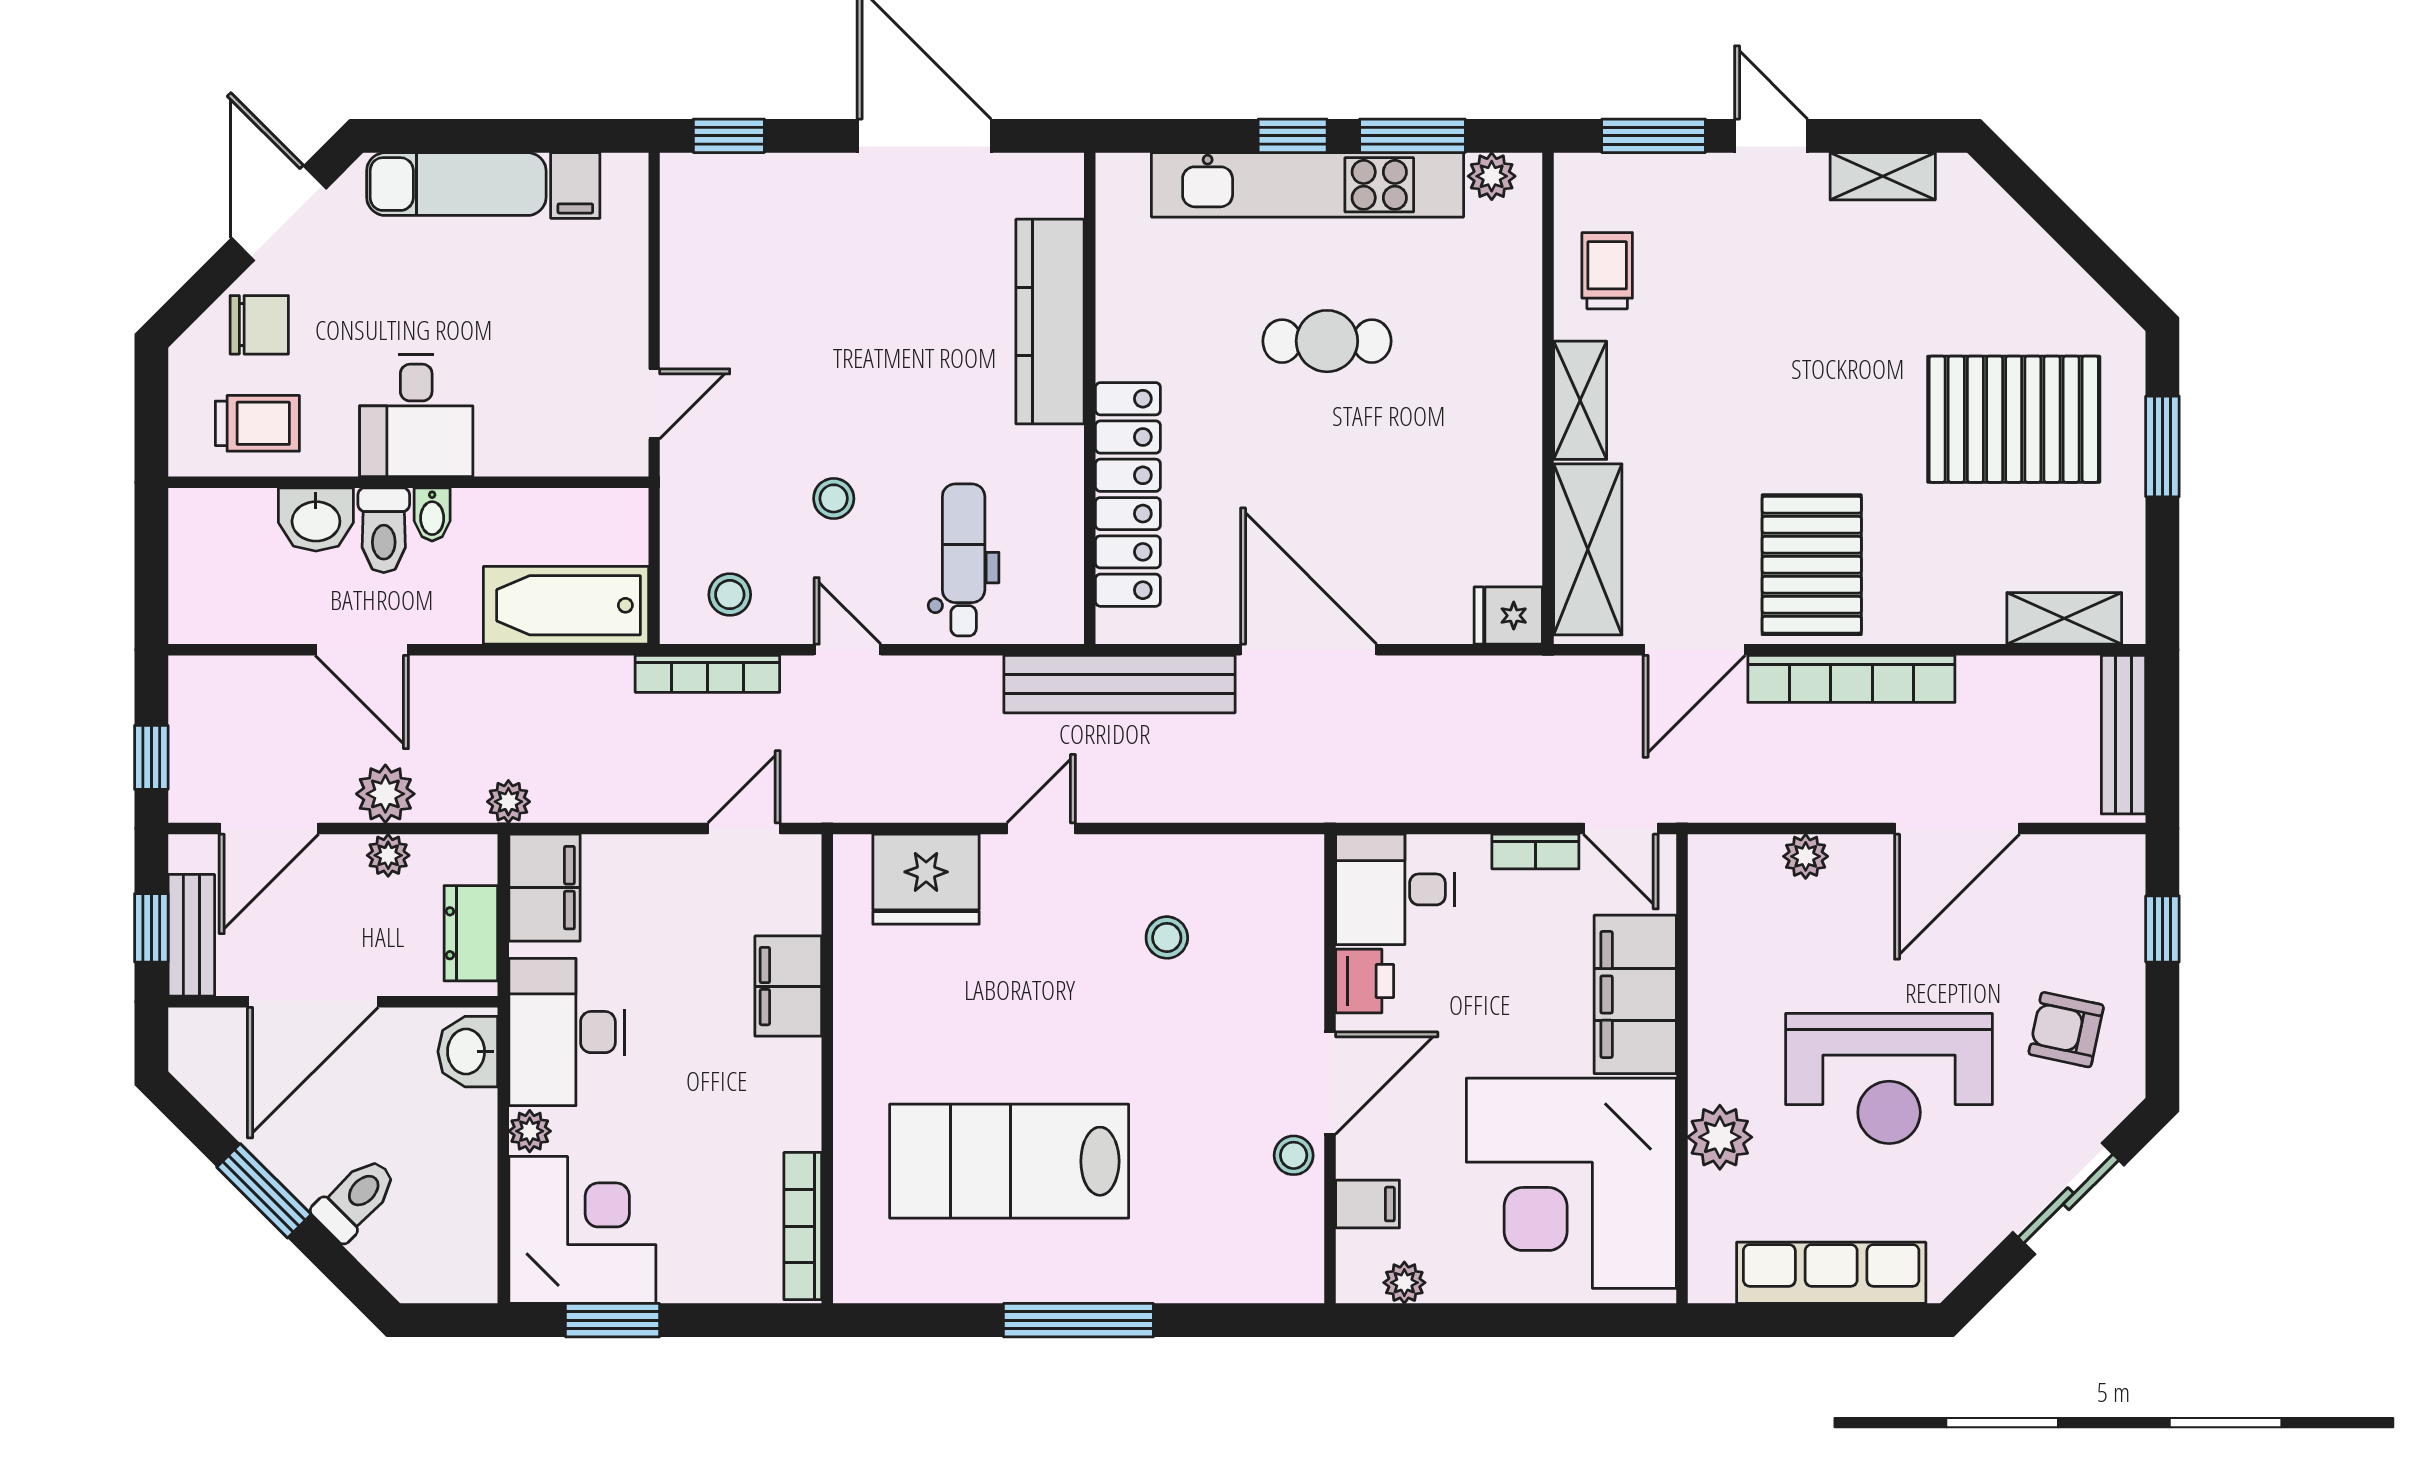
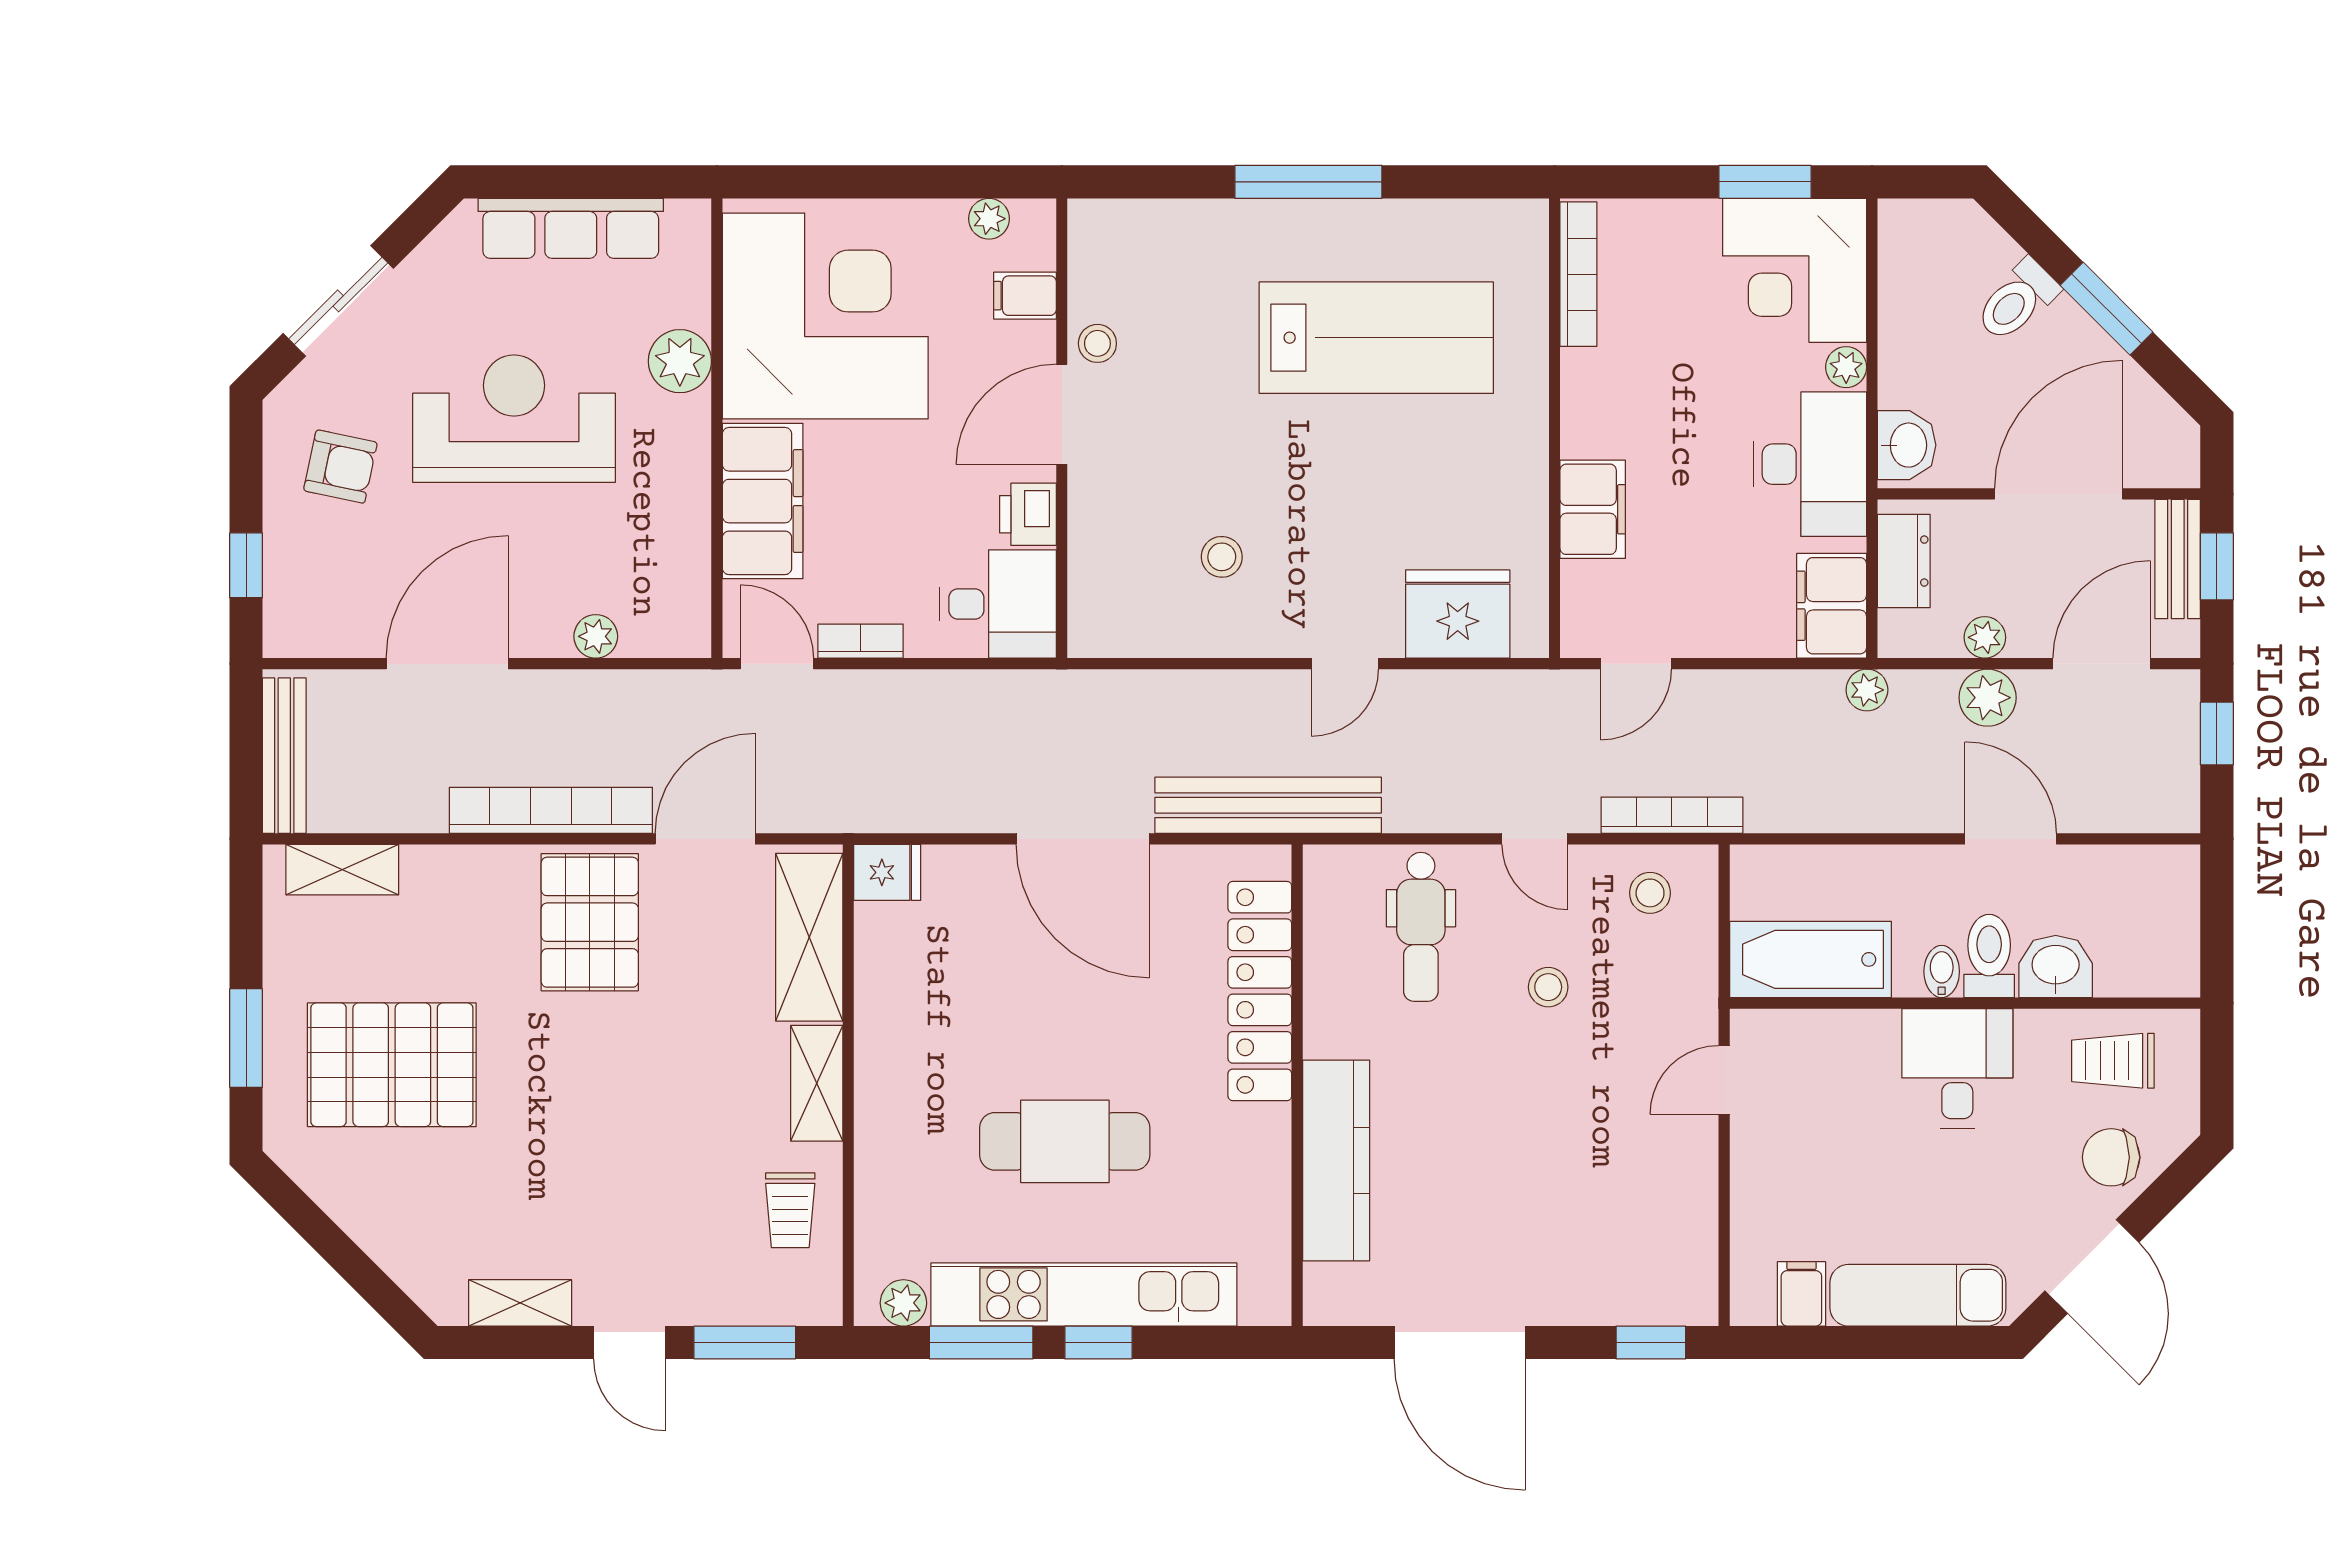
cafe table: (1327, 341) -> (1065, 1141), width x1.37, depth x1.35
bathtub: (566, 605) -> (1811, 959), moved, turned 180

